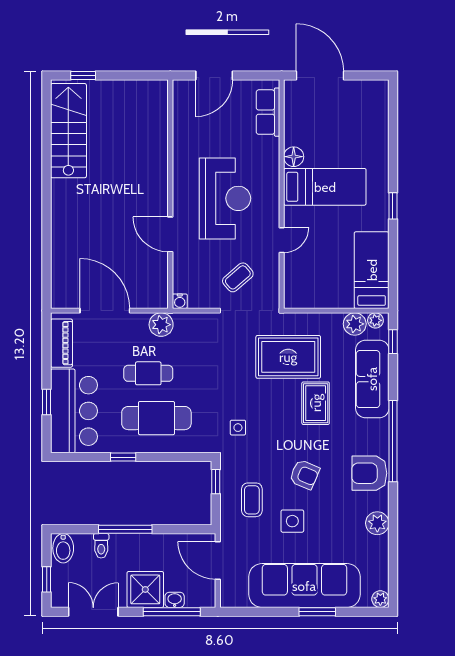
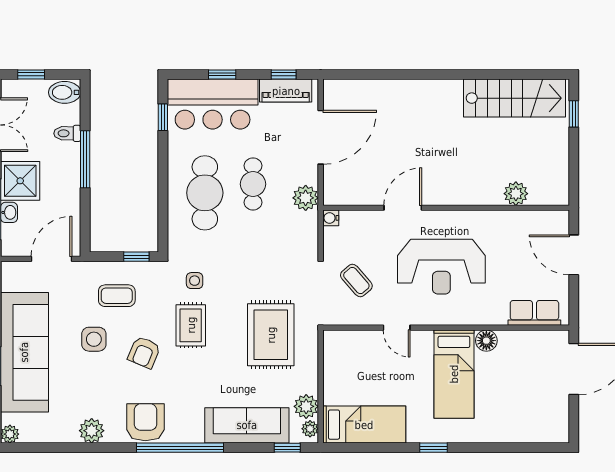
plant: (157, 129) -> (516, 194), added
window: (47, 345) -> (284, 74), added
rug: (316, 403) -> (191, 325), moved, turned 90
window: (123, 457) -> (163, 117), moved

